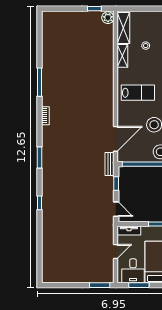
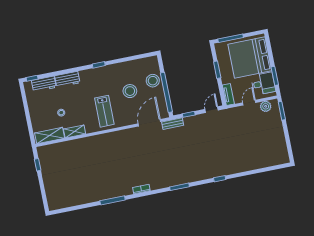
plant: (108, 18) -> (266, 106), moved
lab bench: (138, 93) -> (104, 111), turned 180
door: (116, 139) -> (149, 123), hinge flipped
door: (116, 252) -> (249, 103), hinge flipped

